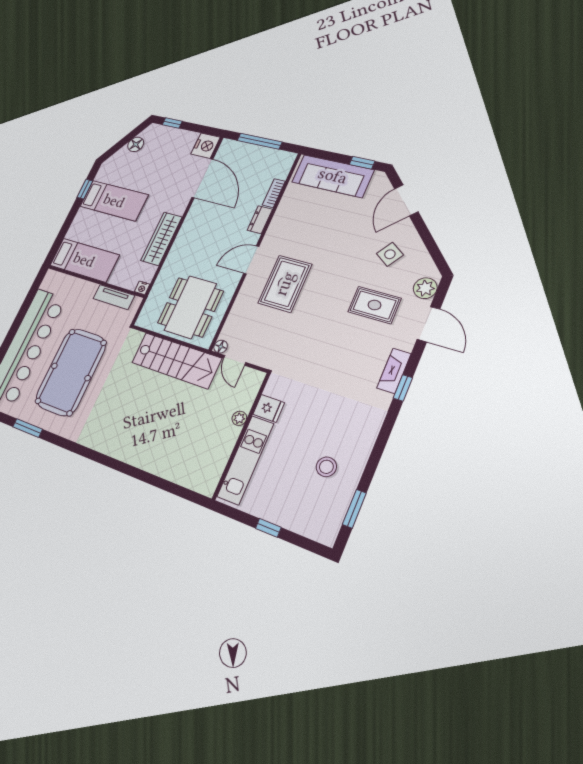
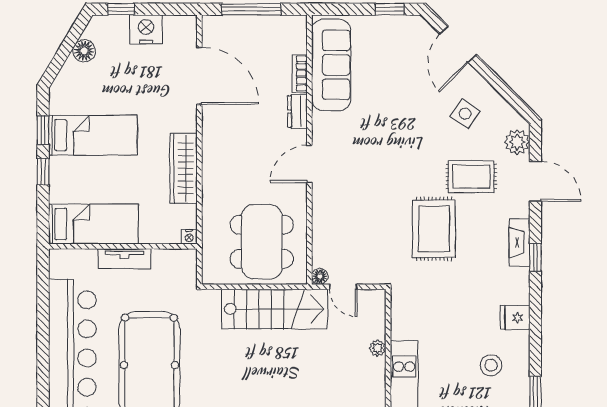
nightstand: (206, 146) -> (146, 29), moved, turned -90
sofa: (333, 176) -> (331, 65), moved, turned -90
window: (71, 216) -> (43, 172), added
rug: (285, 284) -> (434, 229), moved
tv unit: (114, 297) -> (125, 259), moved
fridge: (269, 408) -> (515, 318), moved, turned 180

